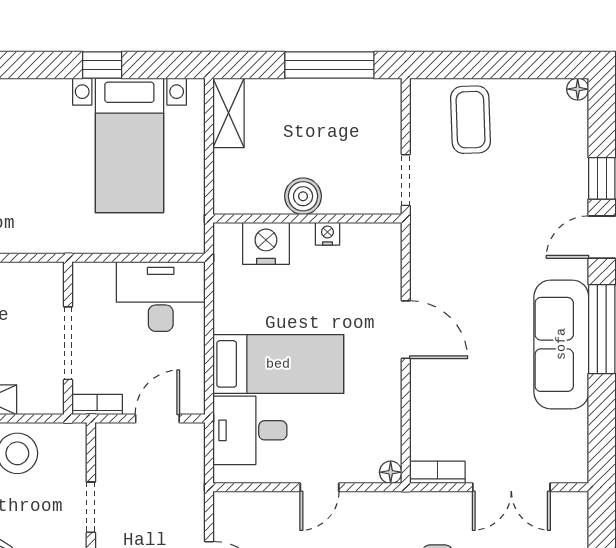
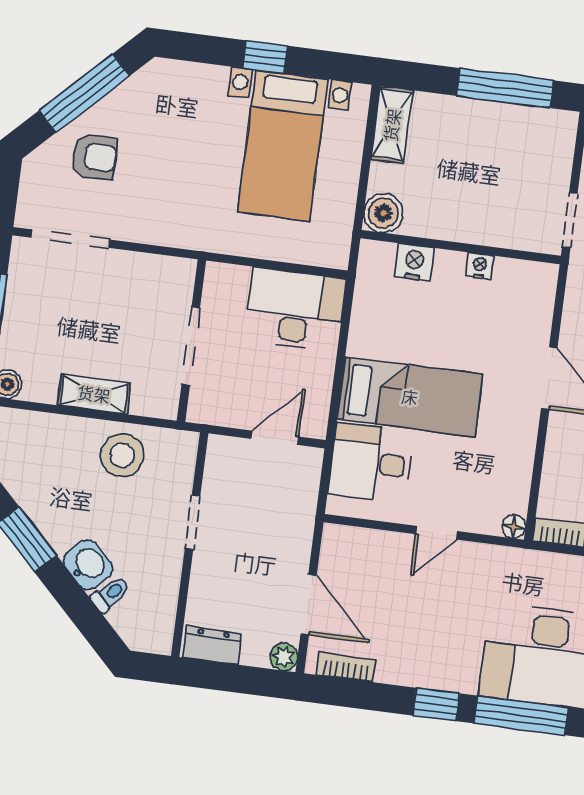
boiler: (303, 196) -> (383, 213), moved
nightstand: (266, 243) -> (414, 262), width x0.74, depth x0.75
bookcase: (97, 404) -> (213, 415), removed

